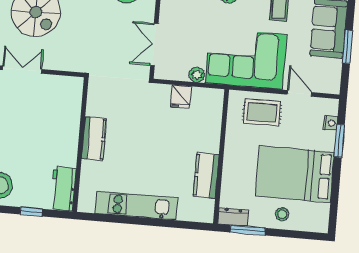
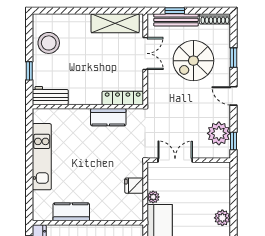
locker: (74, 101) -> (123, 98), added
kitchen counter: (94, 139) -> (108, 117), moved

